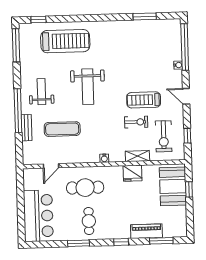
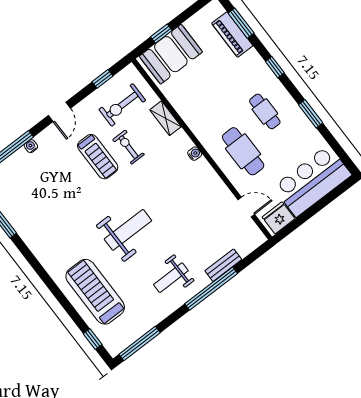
exercise mat: (62, 129) -> (196, 224), removed
exercise bike: (164, 136) -> (122, 105), turned 180
fridge: (133, 173) -> (279, 218), moved, turned -90
cafe table: (89, 221) -> (265, 111), moved, turned 90
piano: (146, 231) -> (232, 35), moved

